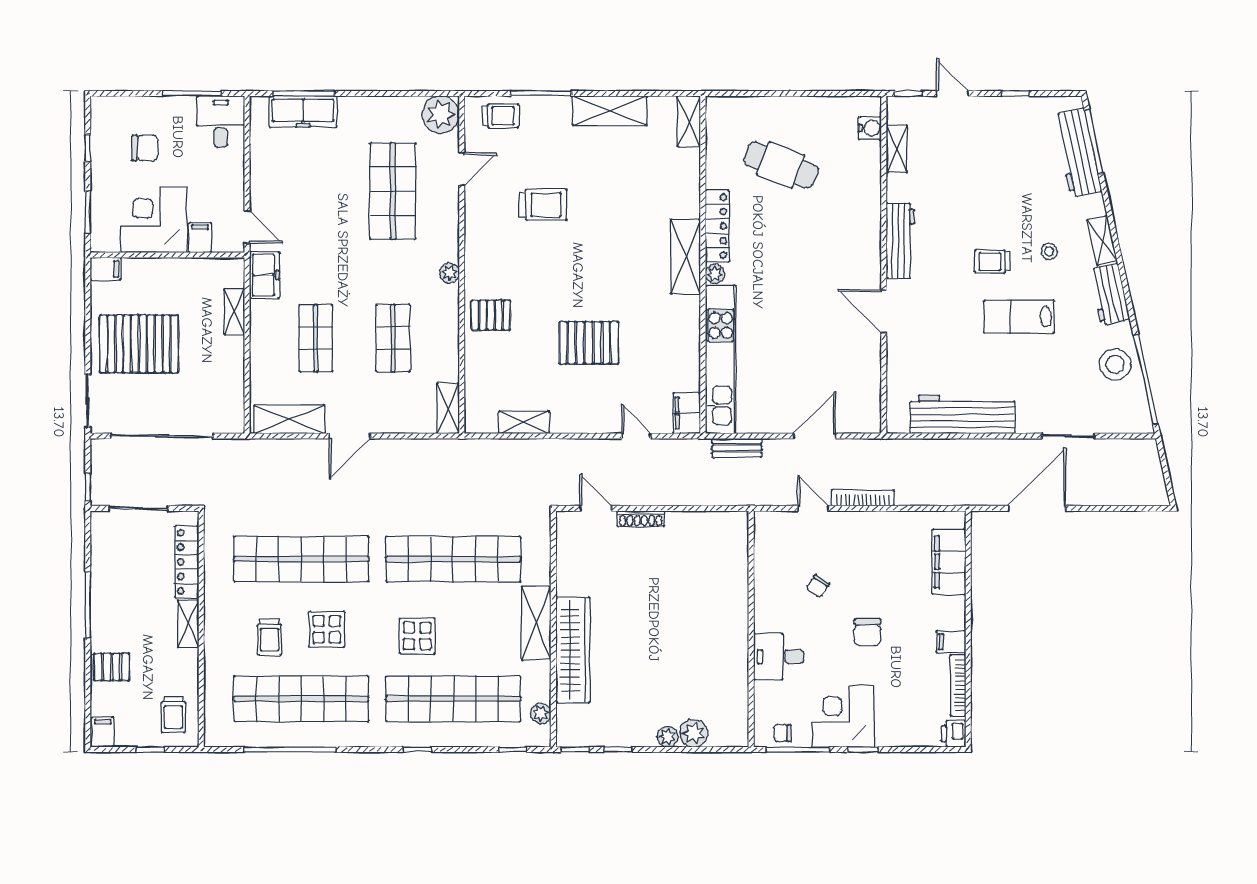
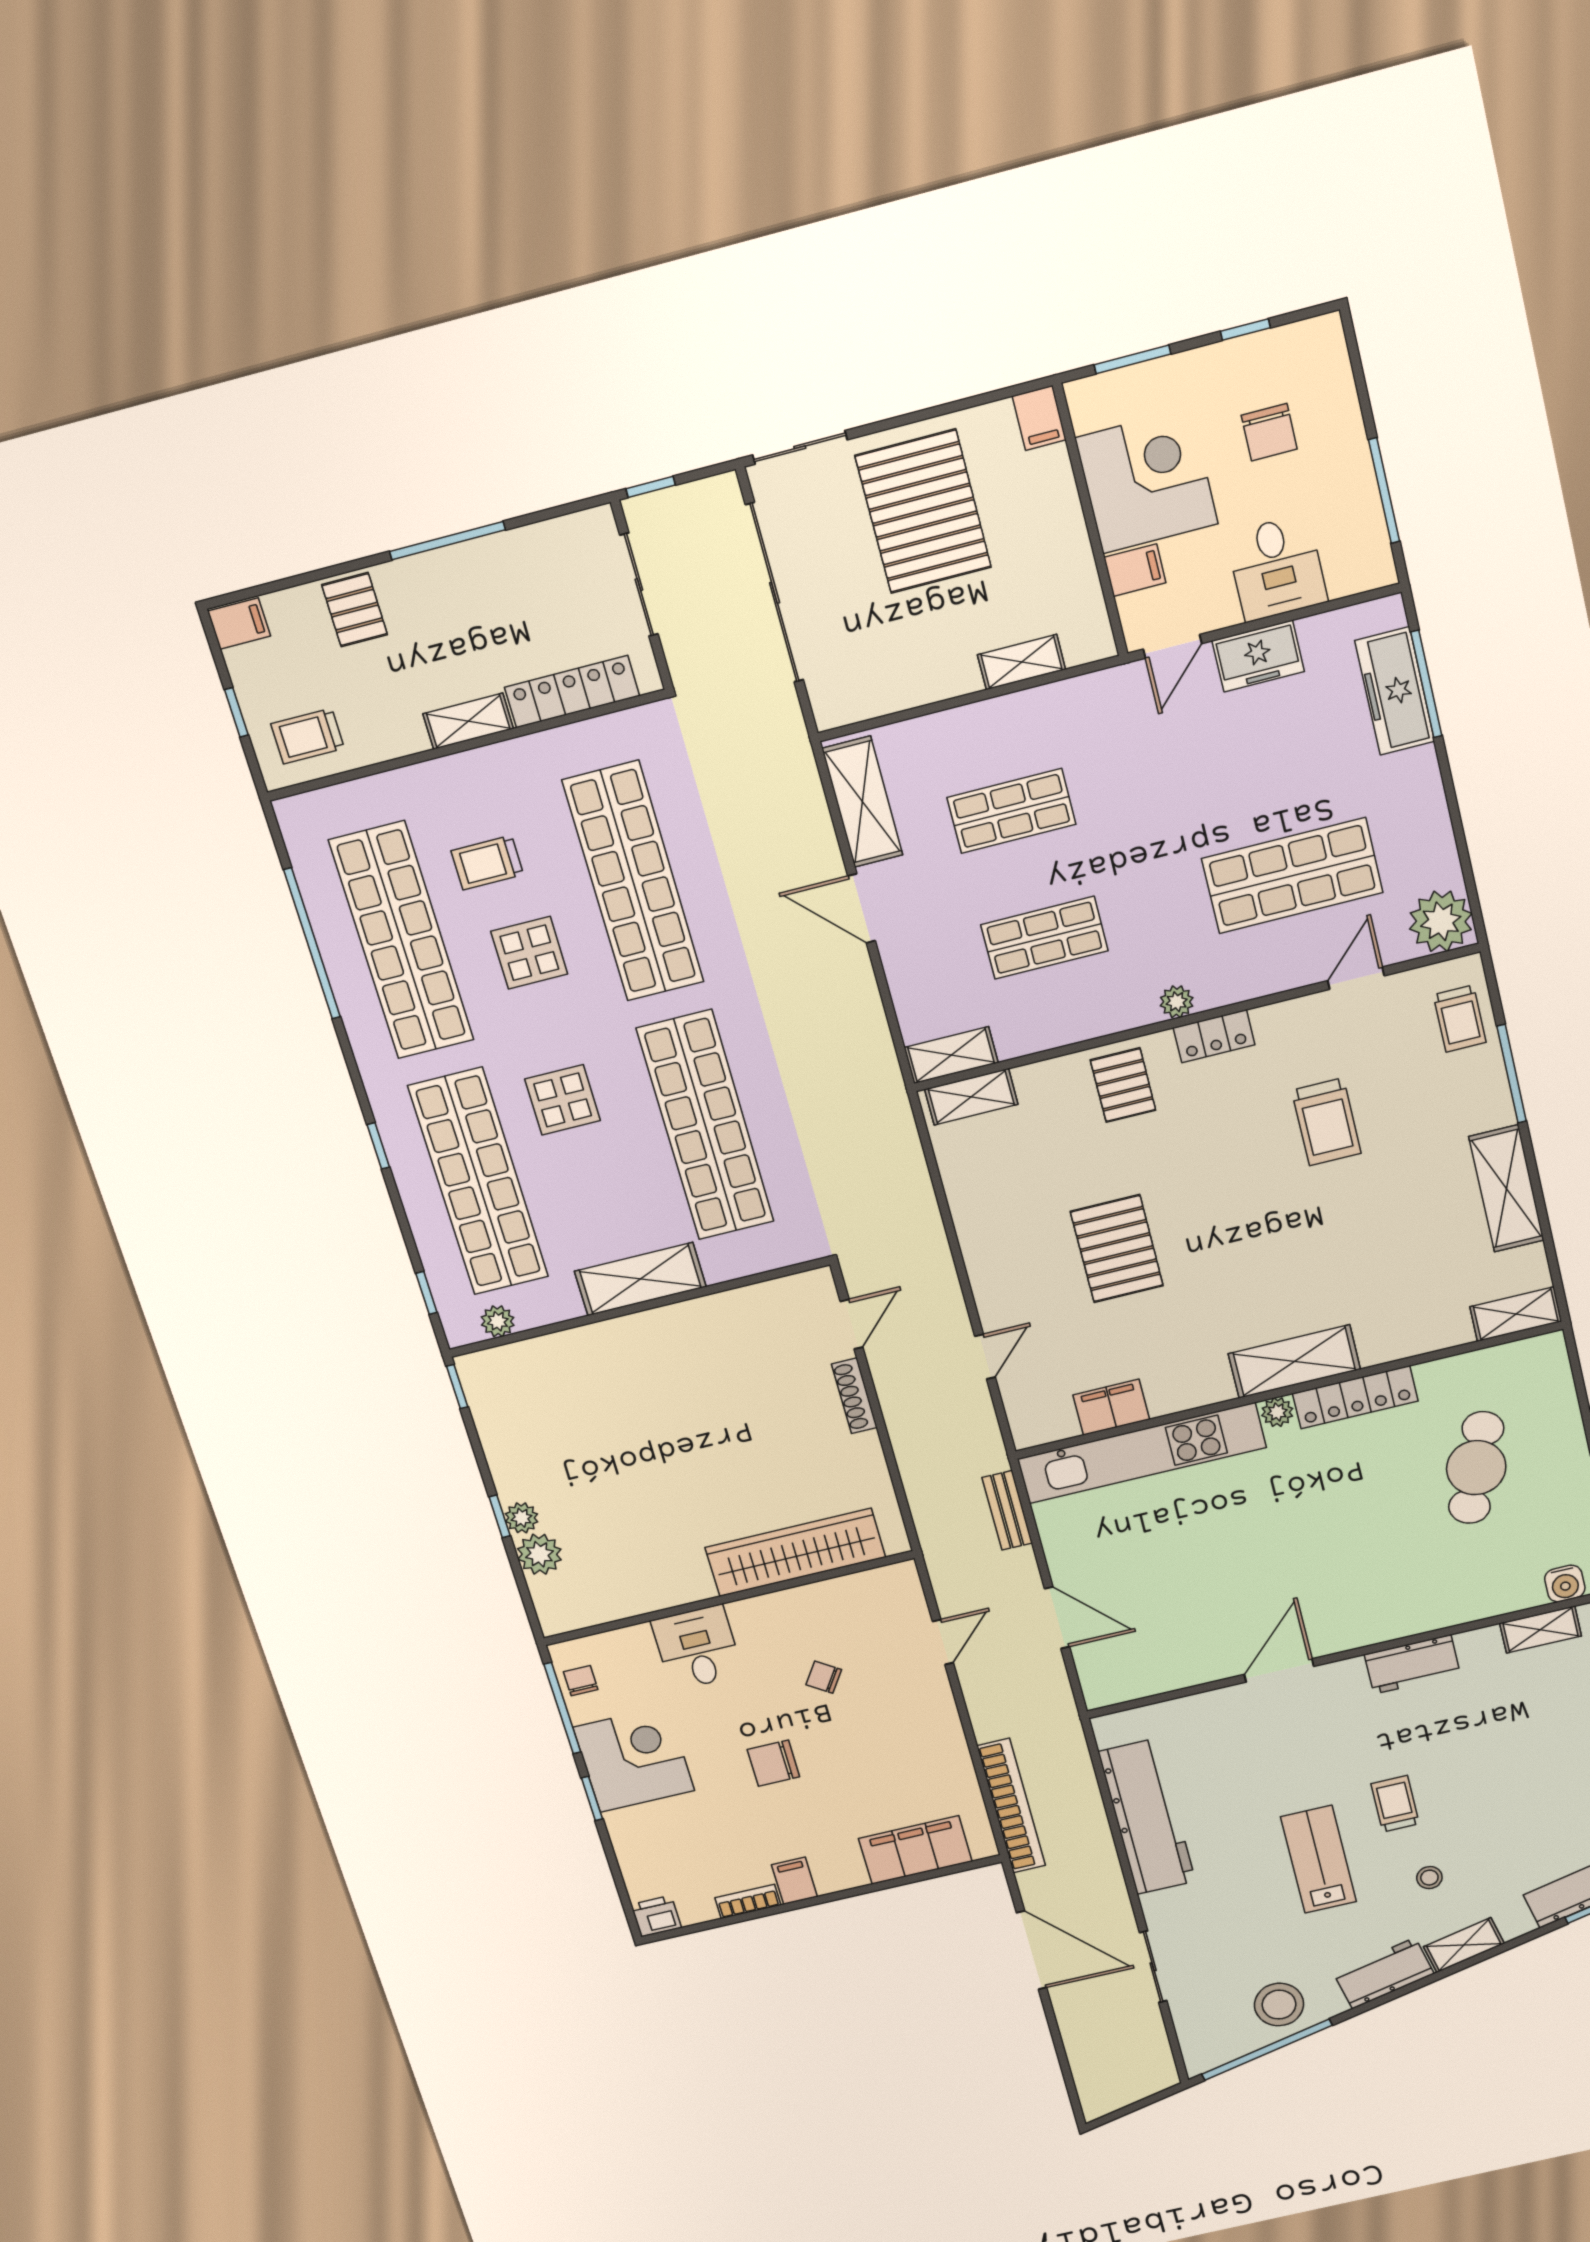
desk: (221, 122) -> (1277, 568), moved, turned 90
door: (462, 169) -> (1356, 978), swing flipped
workbench: (900, 241) -> (1412, 1664), width x0.73
locker: (475, 257) -> (1214, 1036), added
freezer: (265, 275) -> (1258, 656), moved
filing cabinet: (687, 413) -> (1111, 1407), moved
shelving: (524, 422) -> (971, 1097), moved, turned 90
bookcase: (863, 498) -> (1011, 1806), moved, width x1.48, depth x1.31
wardrobe: (573, 650) -> (795, 1552), moved, turned 180
bookcase: (958, 685) -> (748, 1901), width x0.64
window: (618, 750) -> (500, 1516), moved

